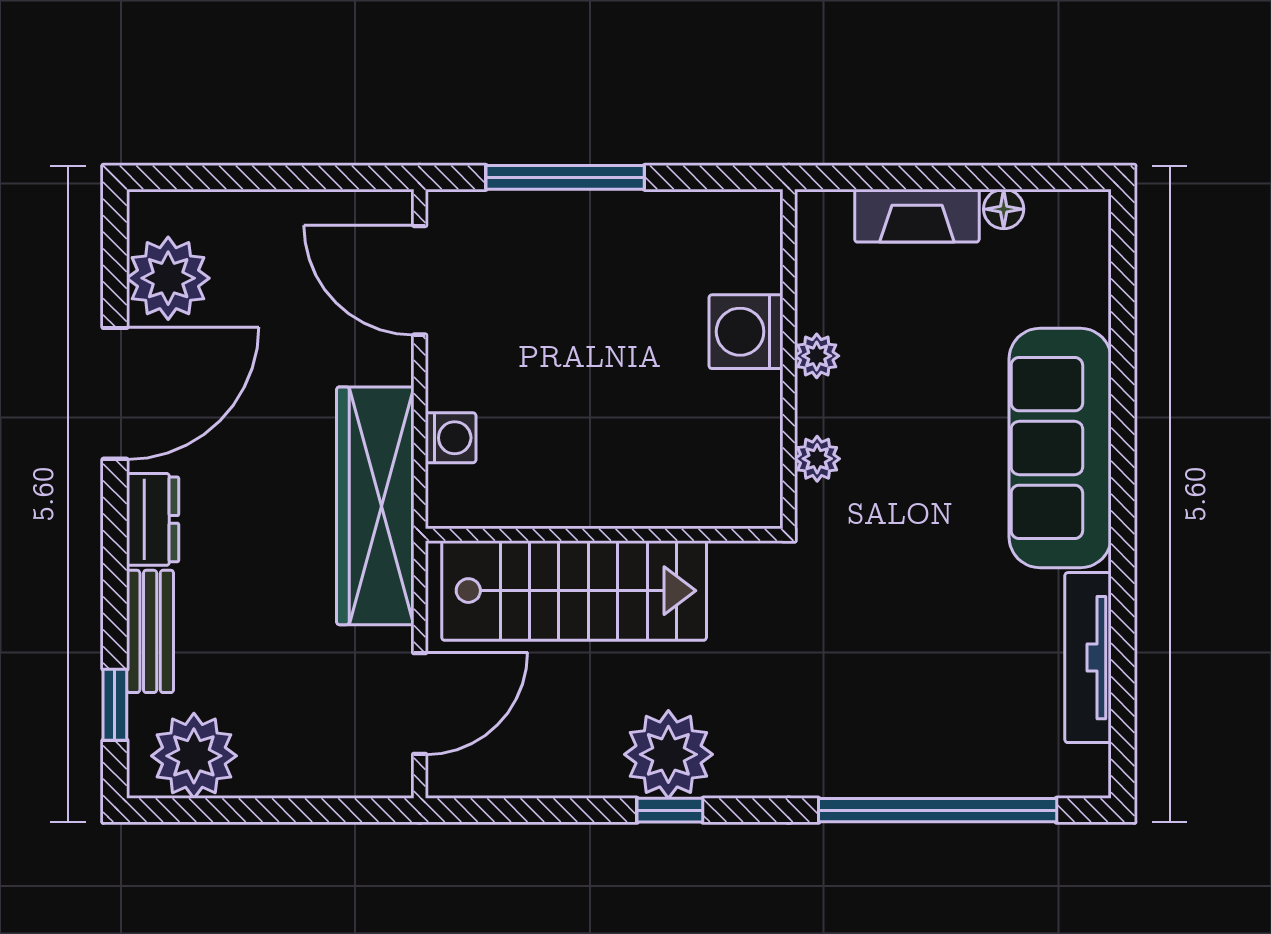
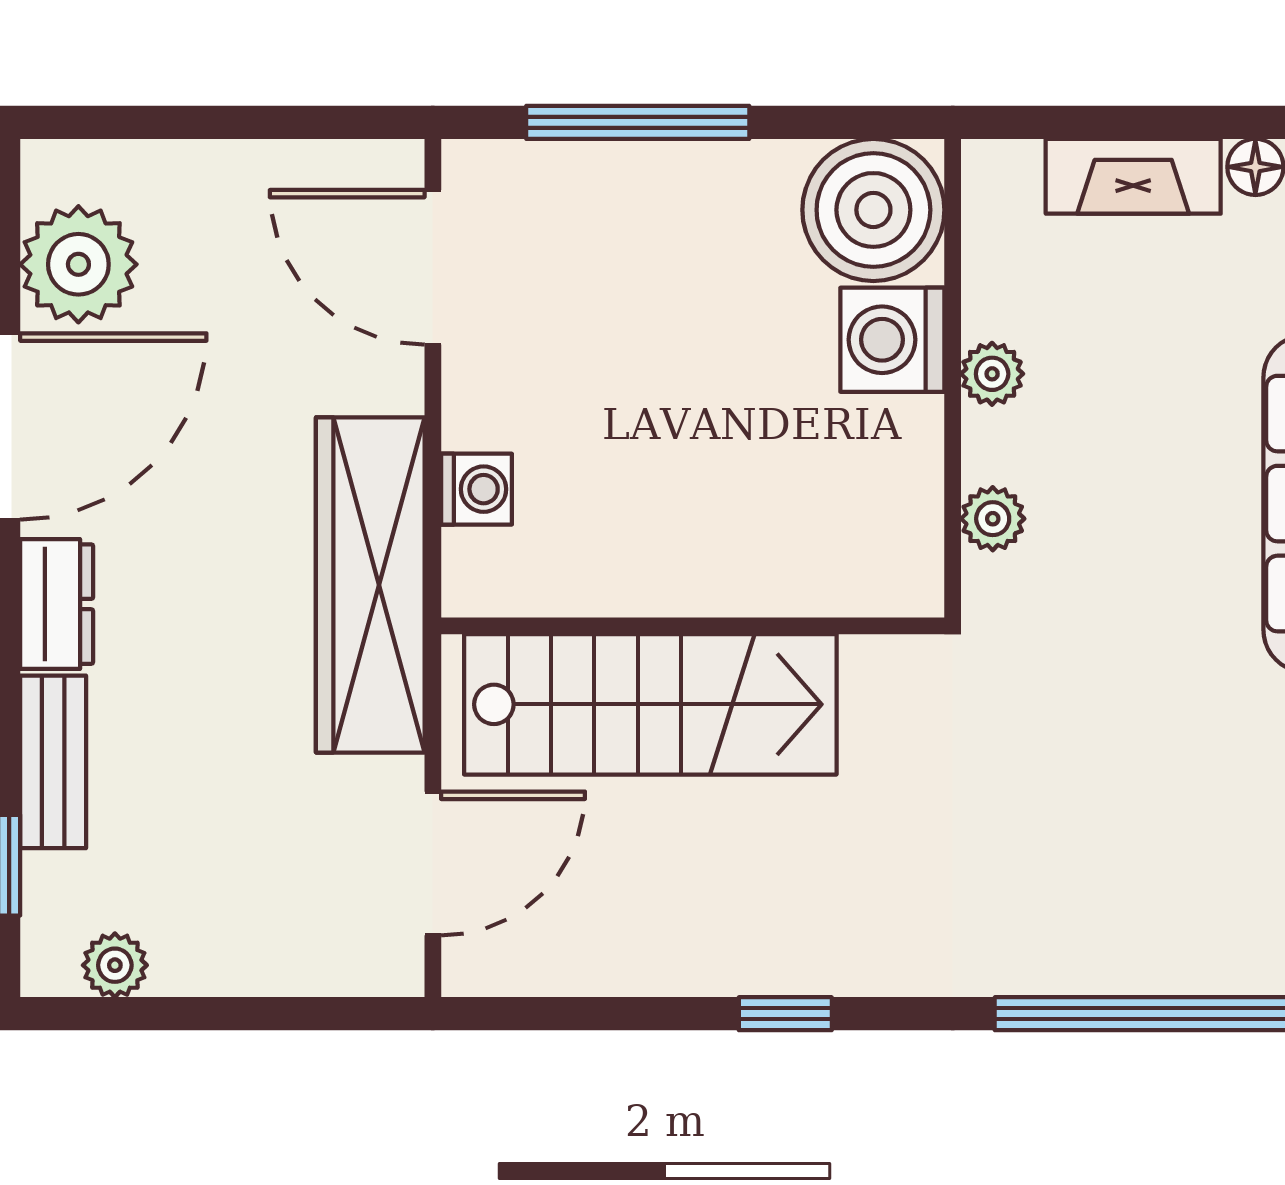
boiler: (732, 240) -> (873, 210), added
plant: (668, 754) -> (783, 935), removed
plant: (194, 756) -> (115, 965), width x0.53, depth x0.53

